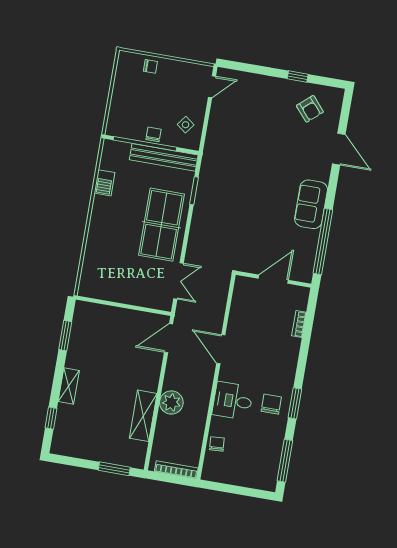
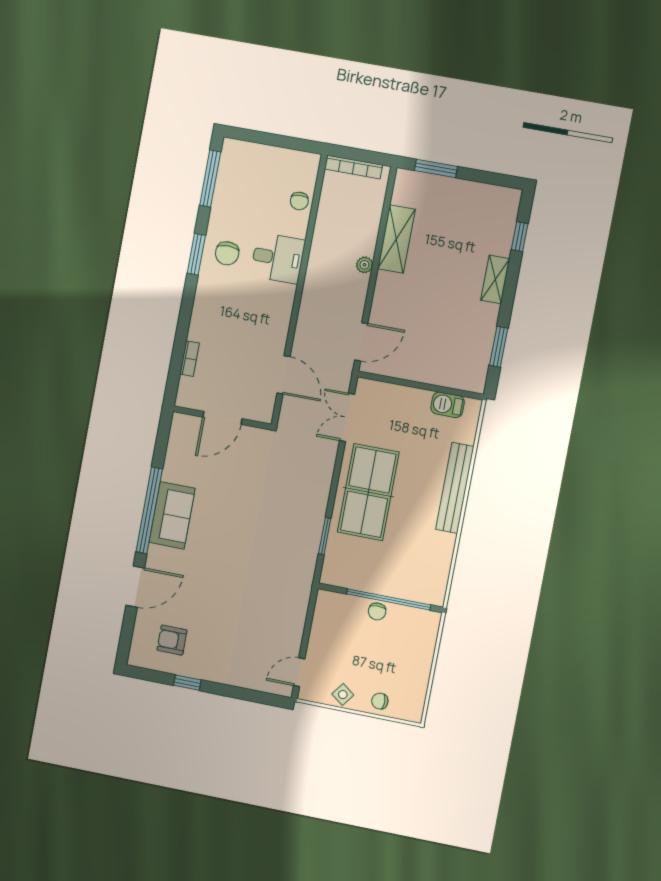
armchair: (310, 109) -> (172, 640), turned -49
side table: (186, 125) -> (343, 695), moved
door: (339, 149) -> (135, 587), swing flipped
bench: (164, 157) -> (455, 488), moved, turned 90
barbecue: (105, 183) -> (448, 405), moved, turned -90
window: (323, 242) -> (149, 510), moved
door: (221, 349) -> (283, 375), moved
plant: (171, 402) -> (364, 265), width x0.53, depth x0.53

